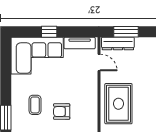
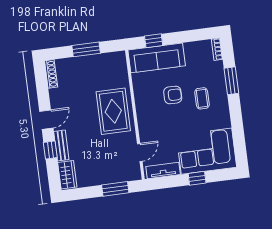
dresser: (118, 44) -> (122, 175), removed
door: (99, 62) -> (140, 152), swing flipped

